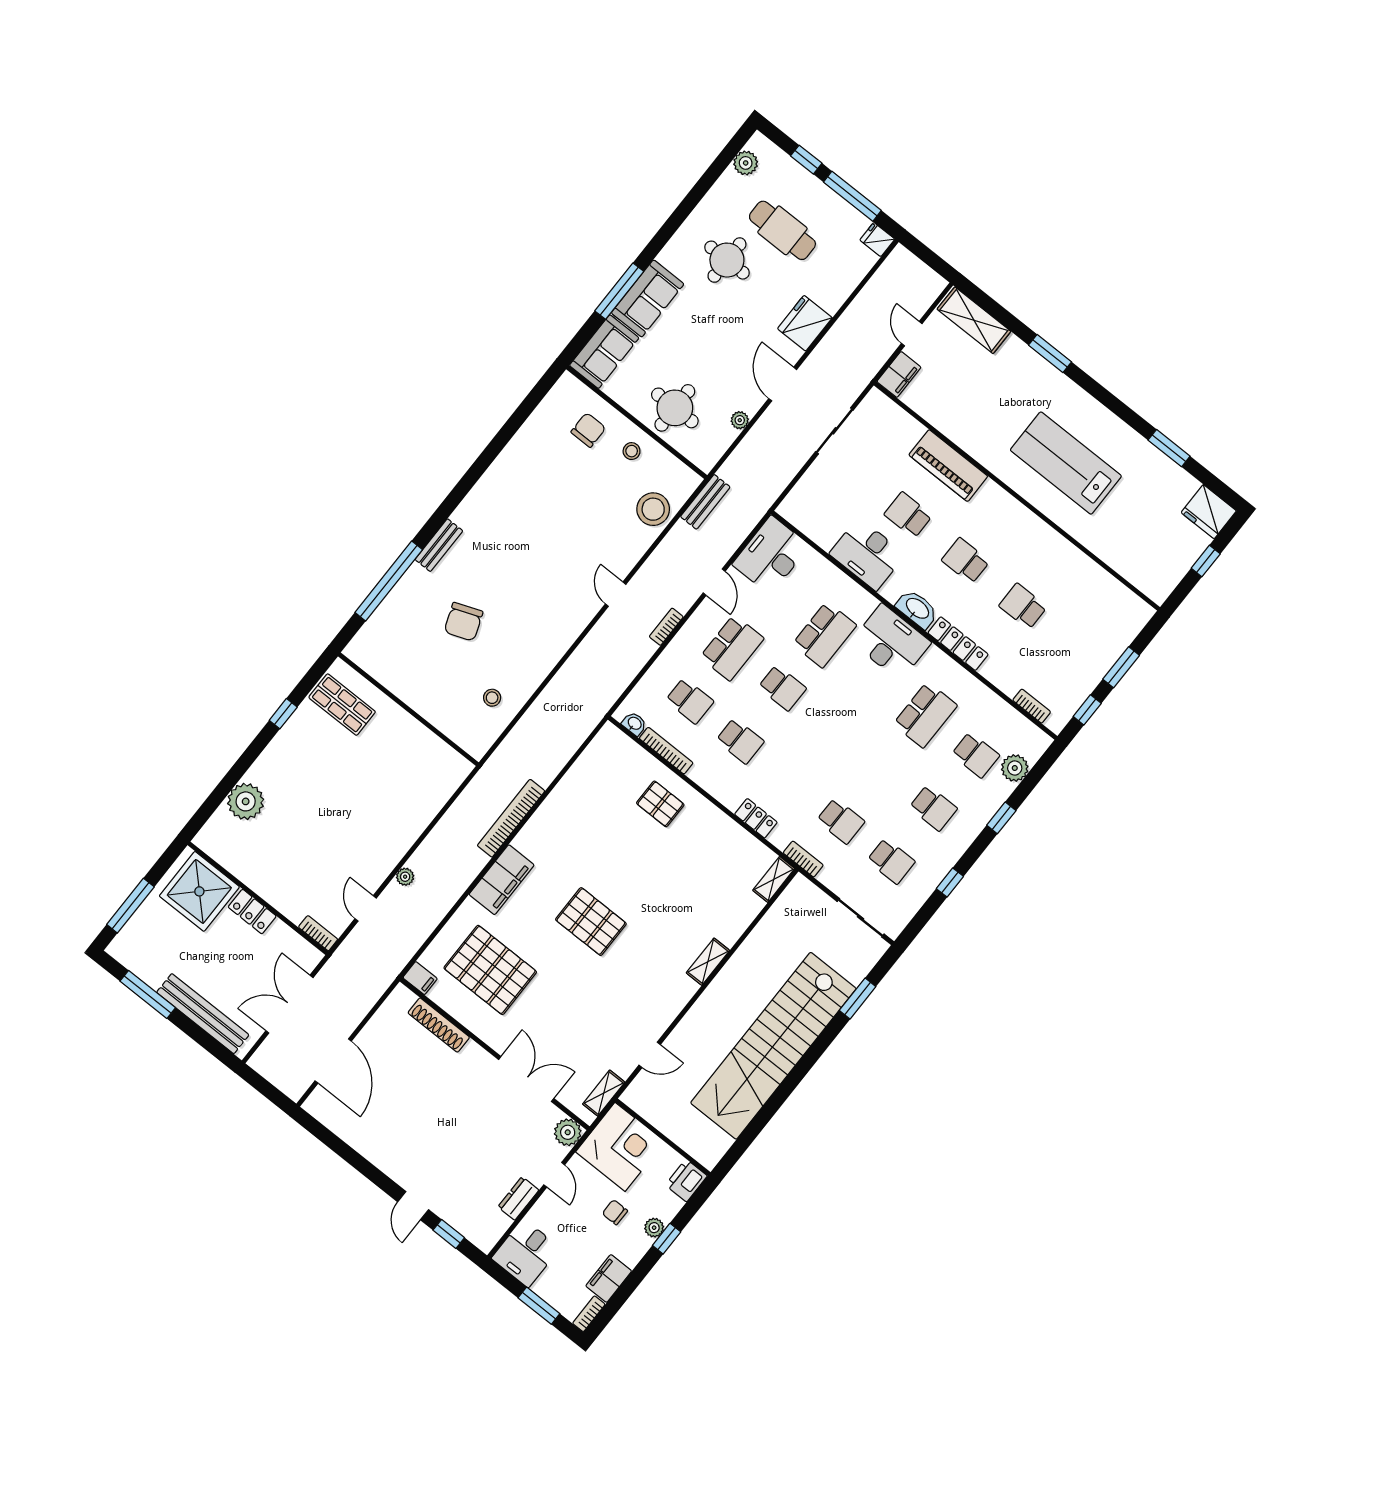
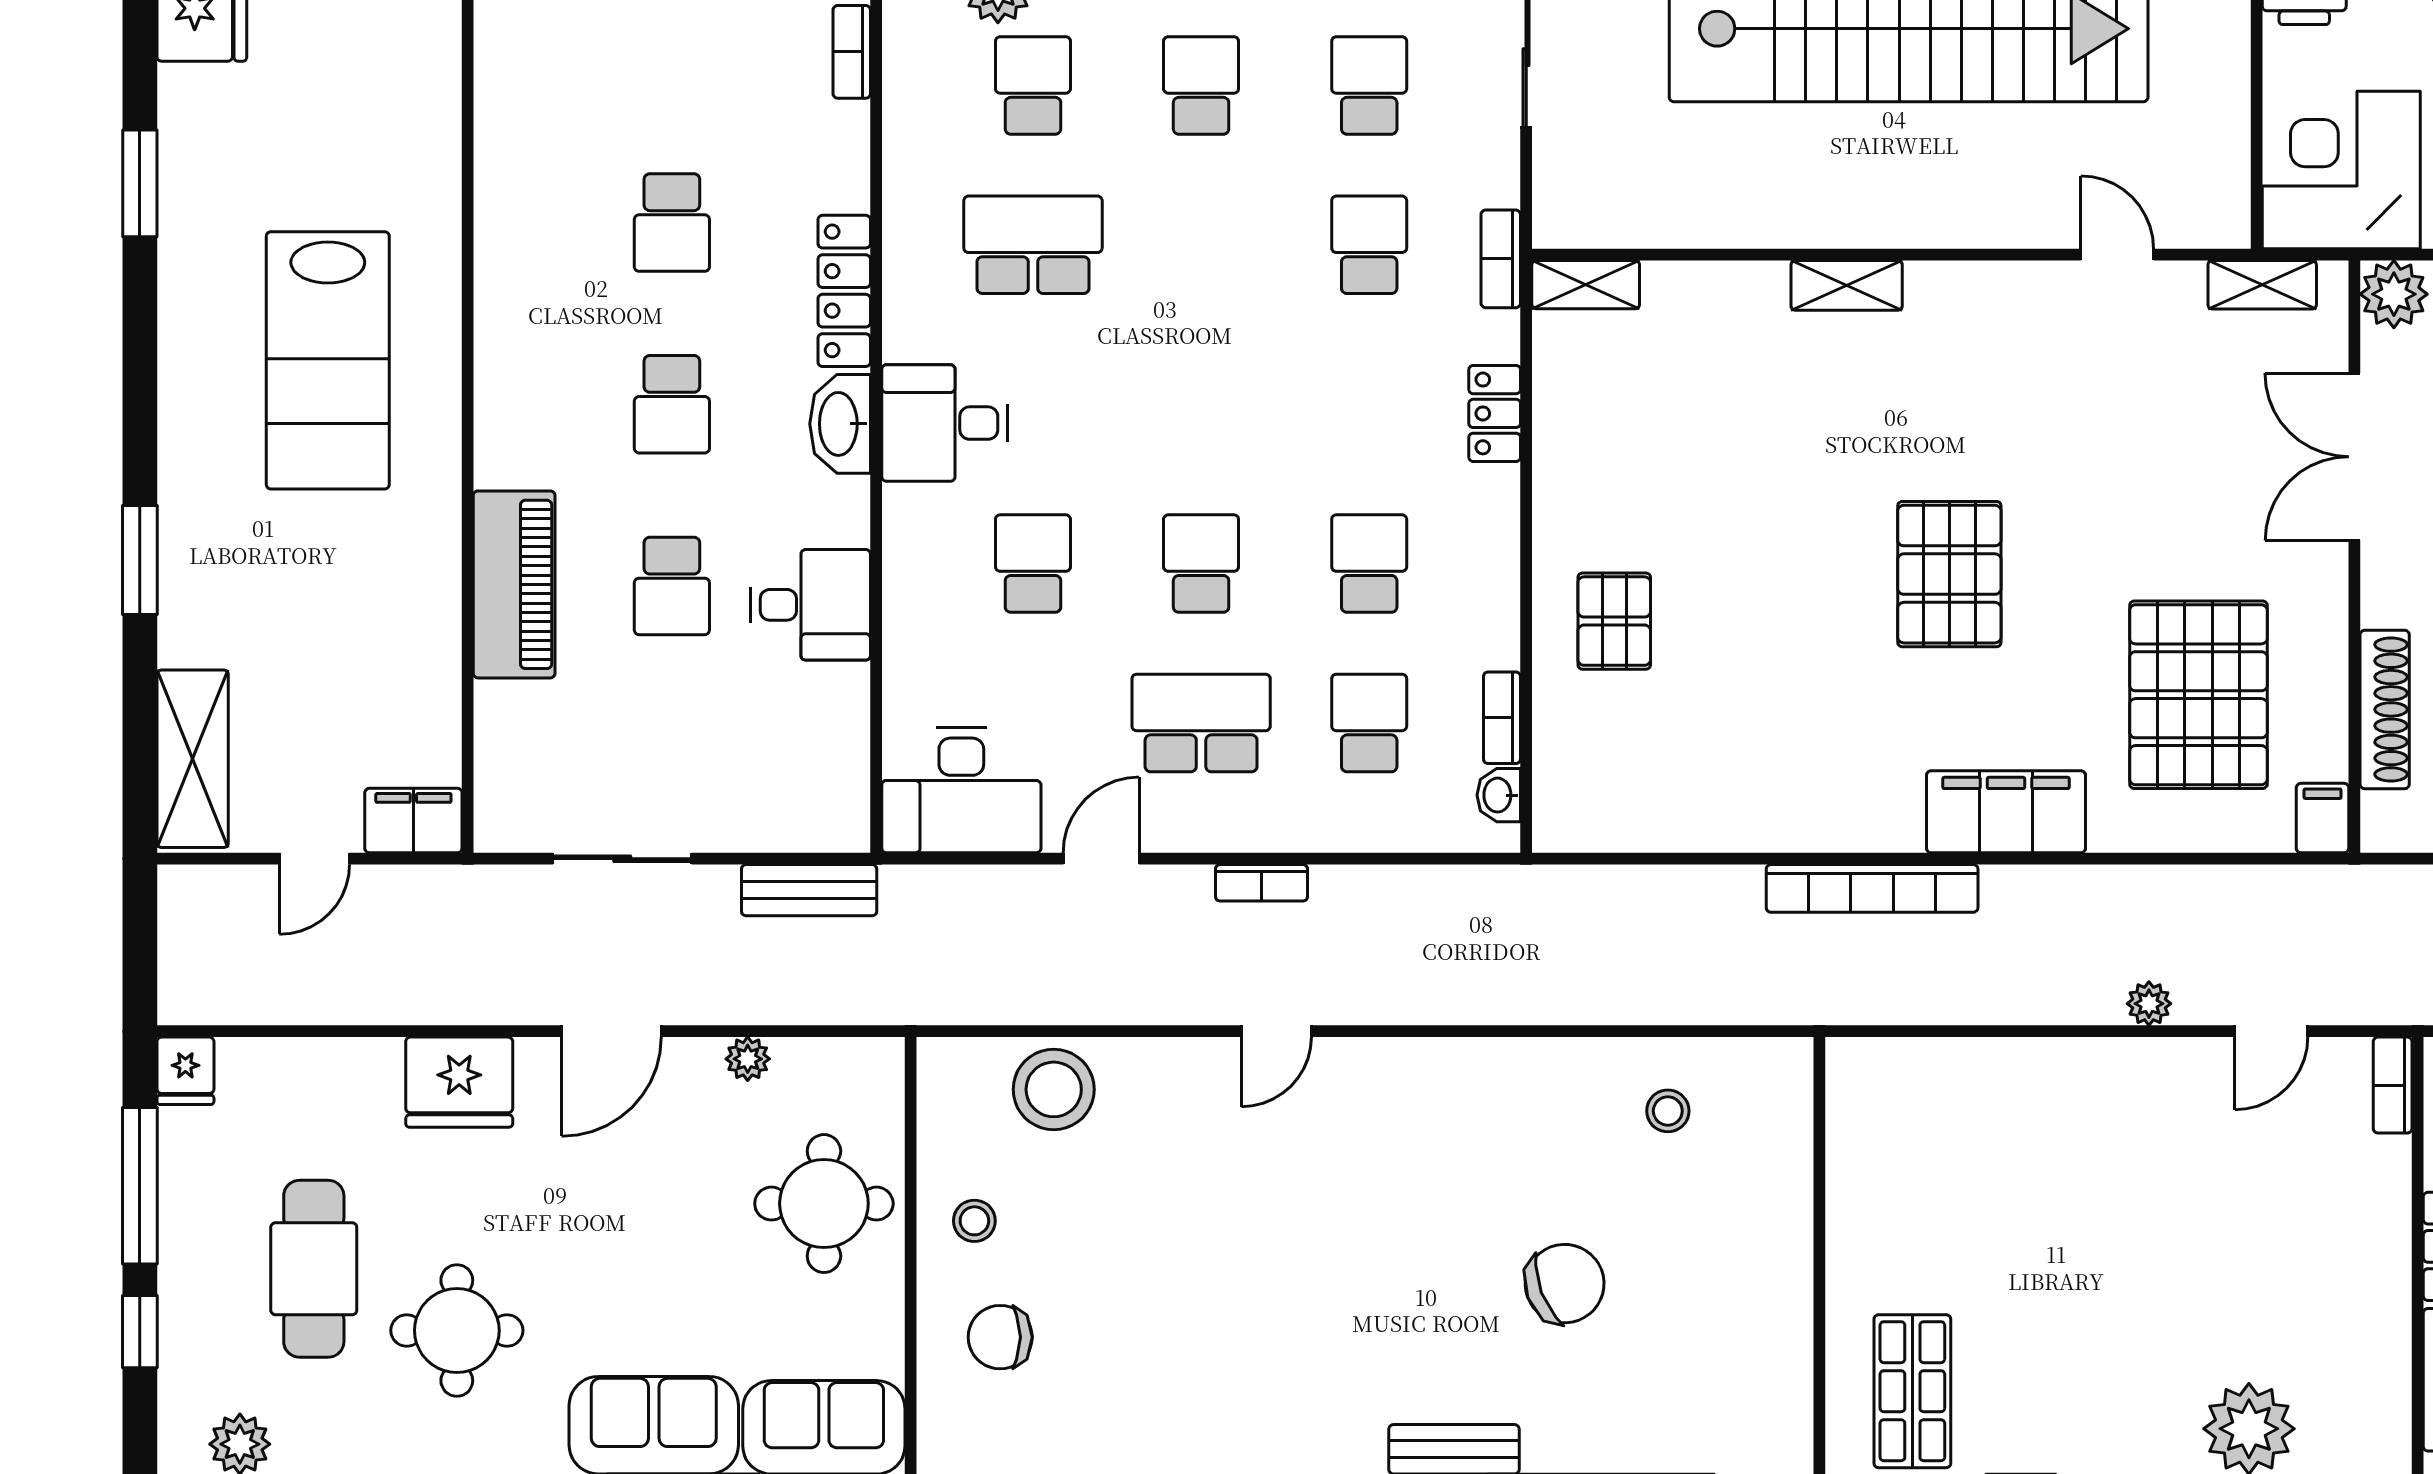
bench: (705, 502) -> (809, 890), moved
desk: (867, 554) -> (811, 605), width x0.73
school desk: (824, 635) -> (1033, 564), width x0.54
desk: (891, 642) -> (945, 423), width x0.73
bookcase: (666, 751) -> (1502, 718), width x0.64

